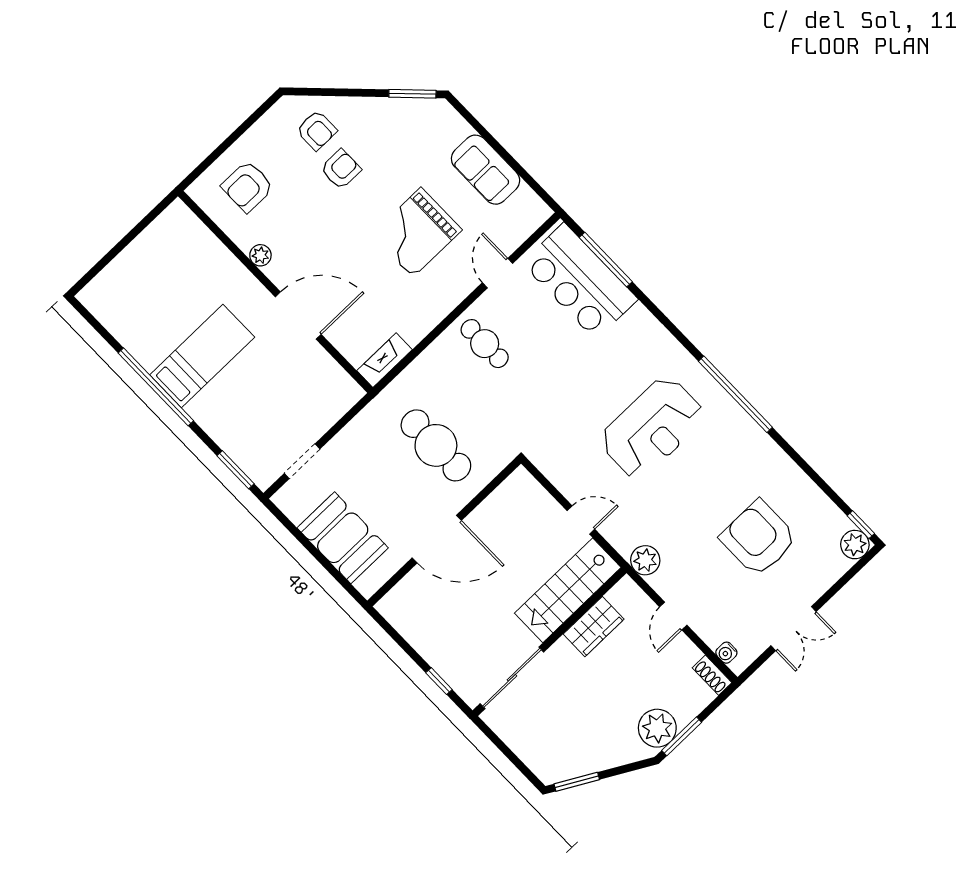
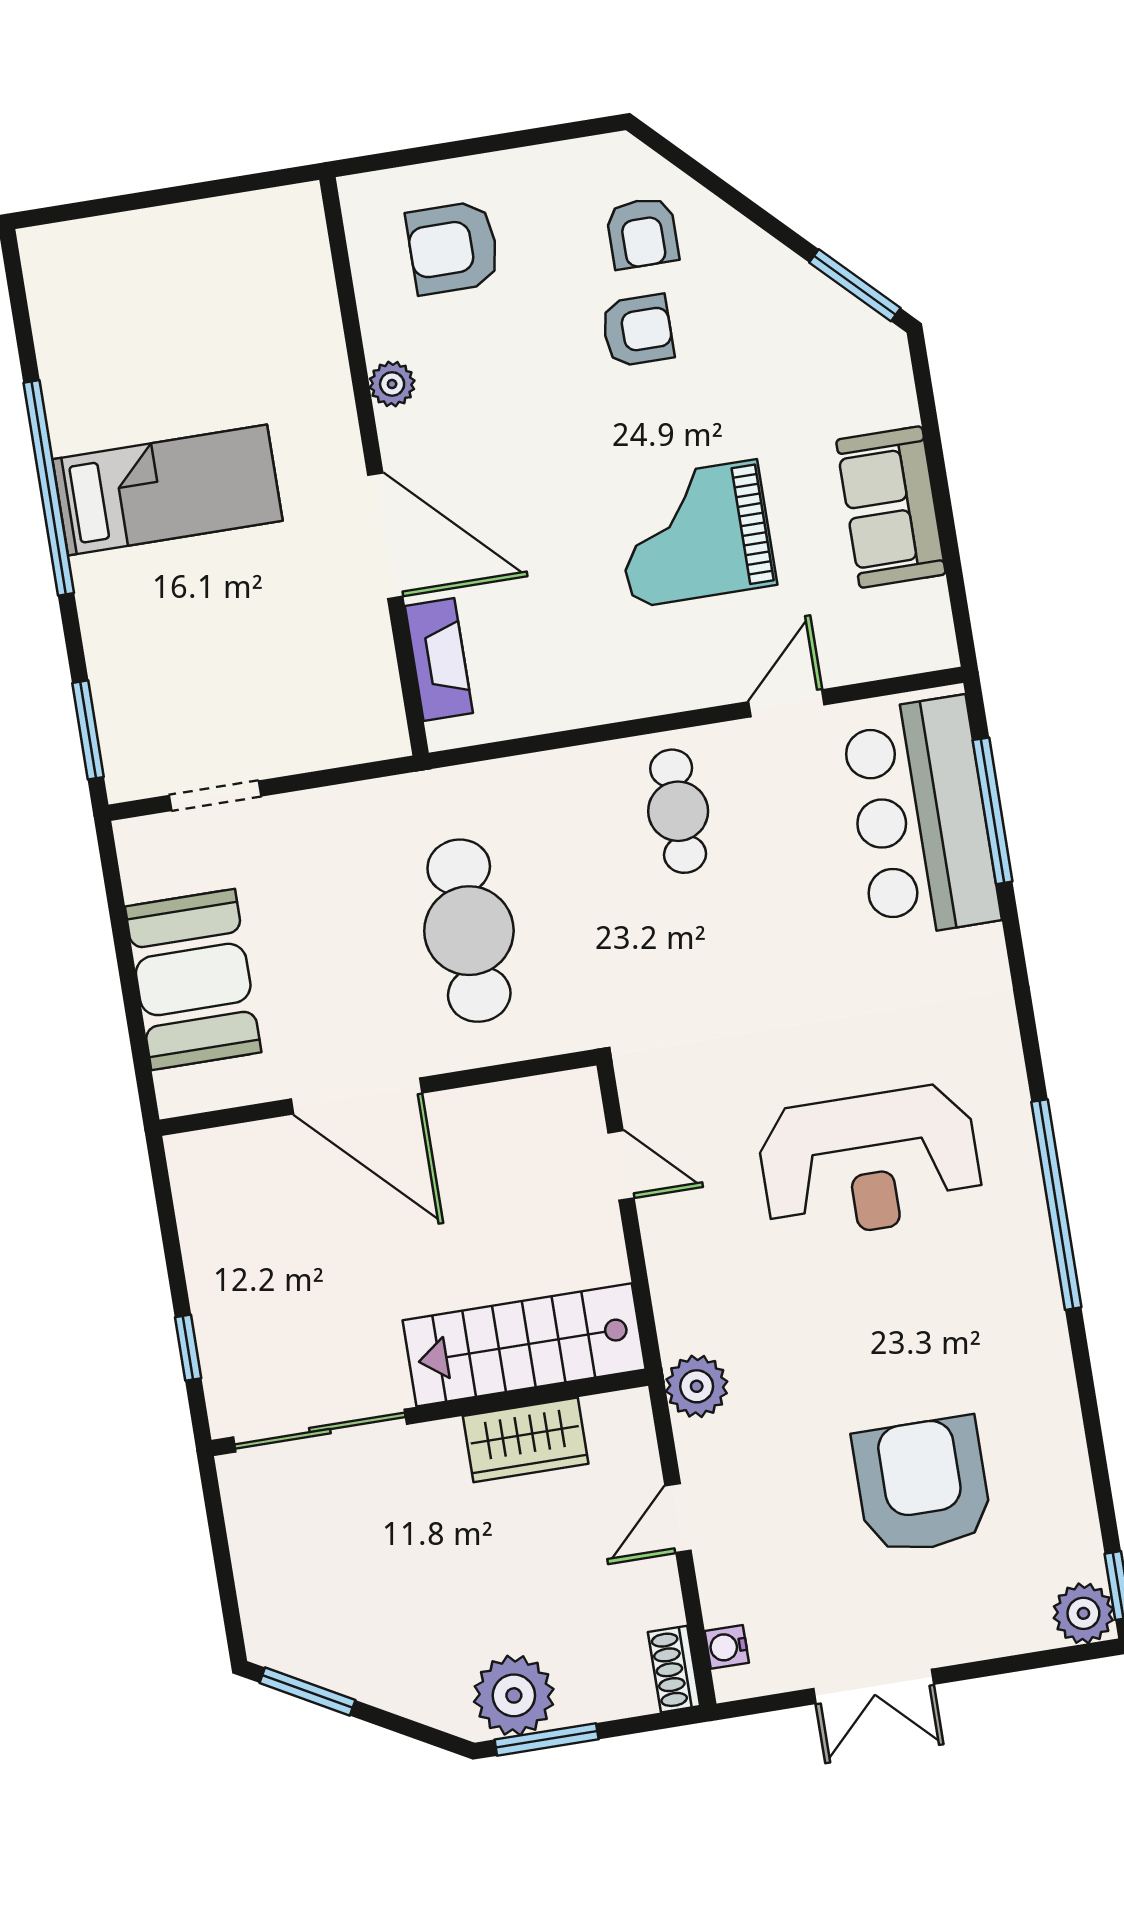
fireplace: (385, 360) -> (439, 660), moved, turned 90
door: (581, 520) -> (621, 1165), moved

